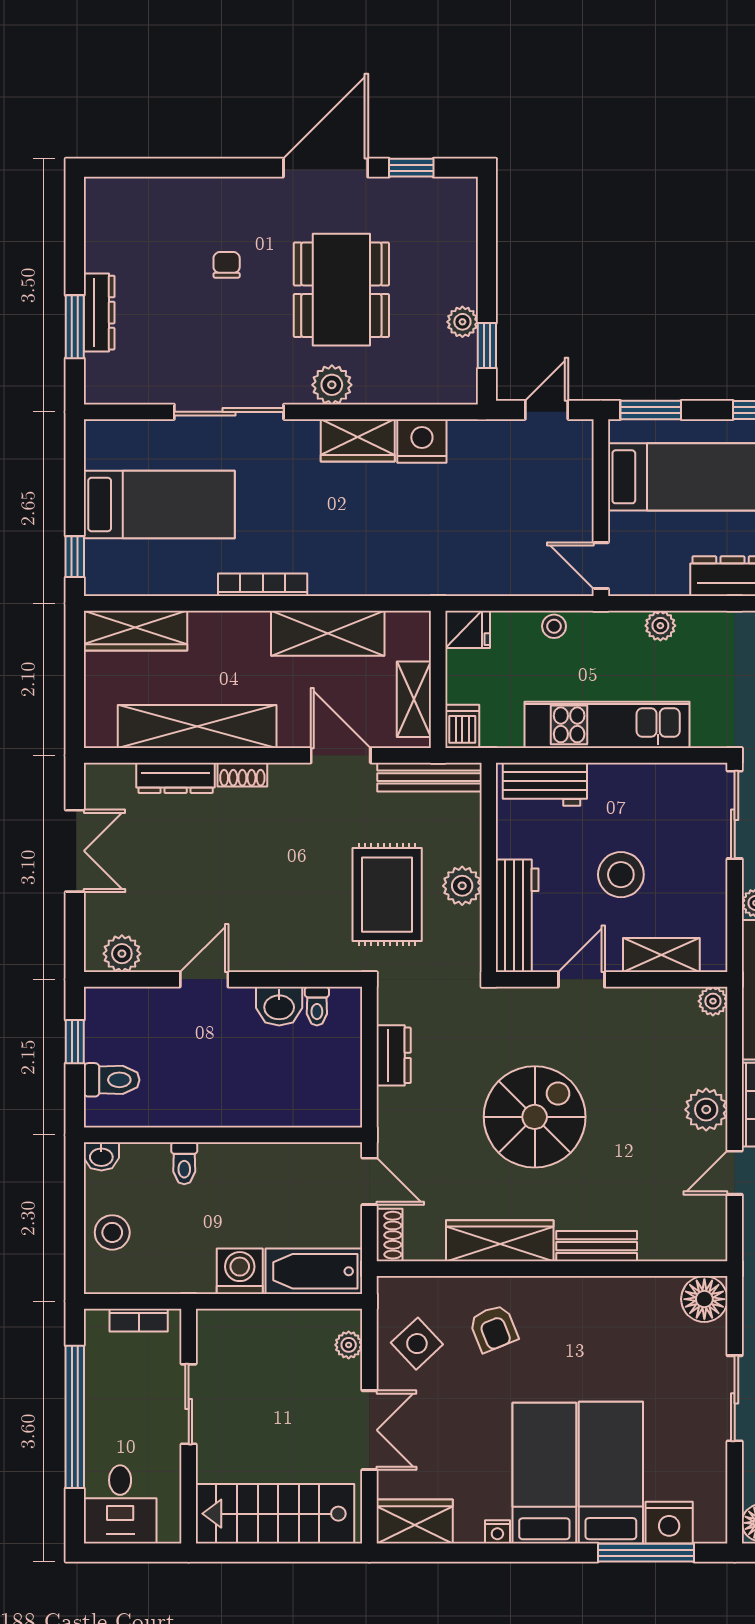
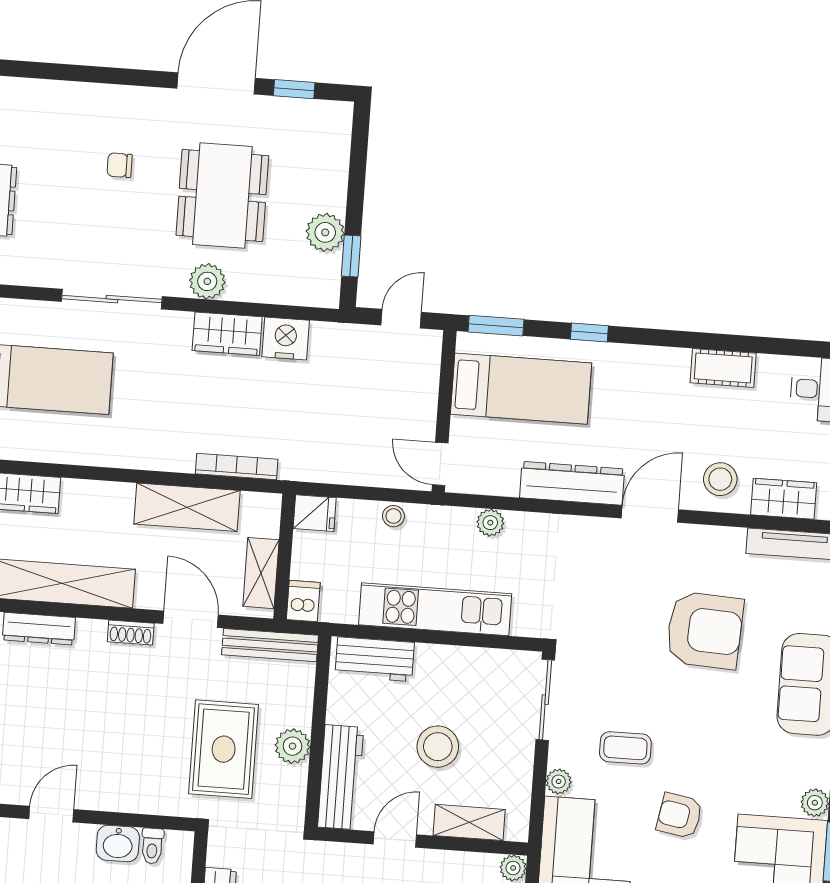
chair: (227, 265) -> (120, 165), turned -90
plant: (462, 322) -> (325, 232), width x1.38, depth x1.38
bookcase: (263, 585) -> (237, 467), moved
shoe rack: (242, 775) -> (131, 632), moved

